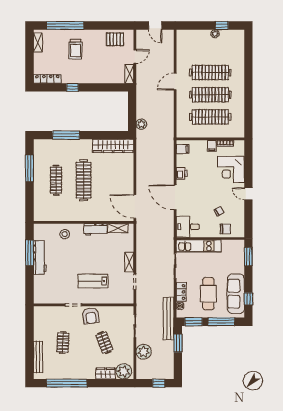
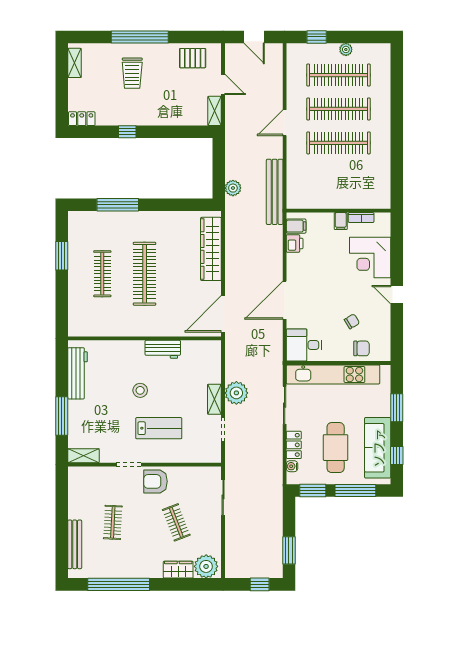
window: (65, 25) -> (140, 37), moved
window: (222, 25) -> (317, 37), moved
door: (135, 56) -> (223, 84), hinge flipped
locker: (47, 79) -> (82, 119), width x0.66
clothes rail: (210, 117) -> (339, 75), moved
wardrobe: (113, 146) -> (211, 249), moved, turned 90
window: (30, 168) -> (62, 256), width x0.69
printer: (182, 173) -> (295, 243), moved
door: (175, 197) -> (285, 300), hinge flipped
door: (135, 206) -> (223, 314), hinge flipped
shelving: (118, 228) -> (84, 456), moved
stool: (65, 234) -> (140, 390), moved
kitchen unit: (199, 246) -> (333, 374), width x1.36
window: (30, 253) -> (62, 416), moved
workbench: (40, 257) -> (78, 373), moved
window: (248, 257) -> (397, 408), moved
lab bench: (93, 281) -> (159, 428), turned 180
armchair: (91, 316) -> (155, 481), turned 97
bench: (169, 319) -> (275, 192), moved
window: (178, 343) -> (289, 550), moved
plant: (144, 352) -> (236, 393), moved

